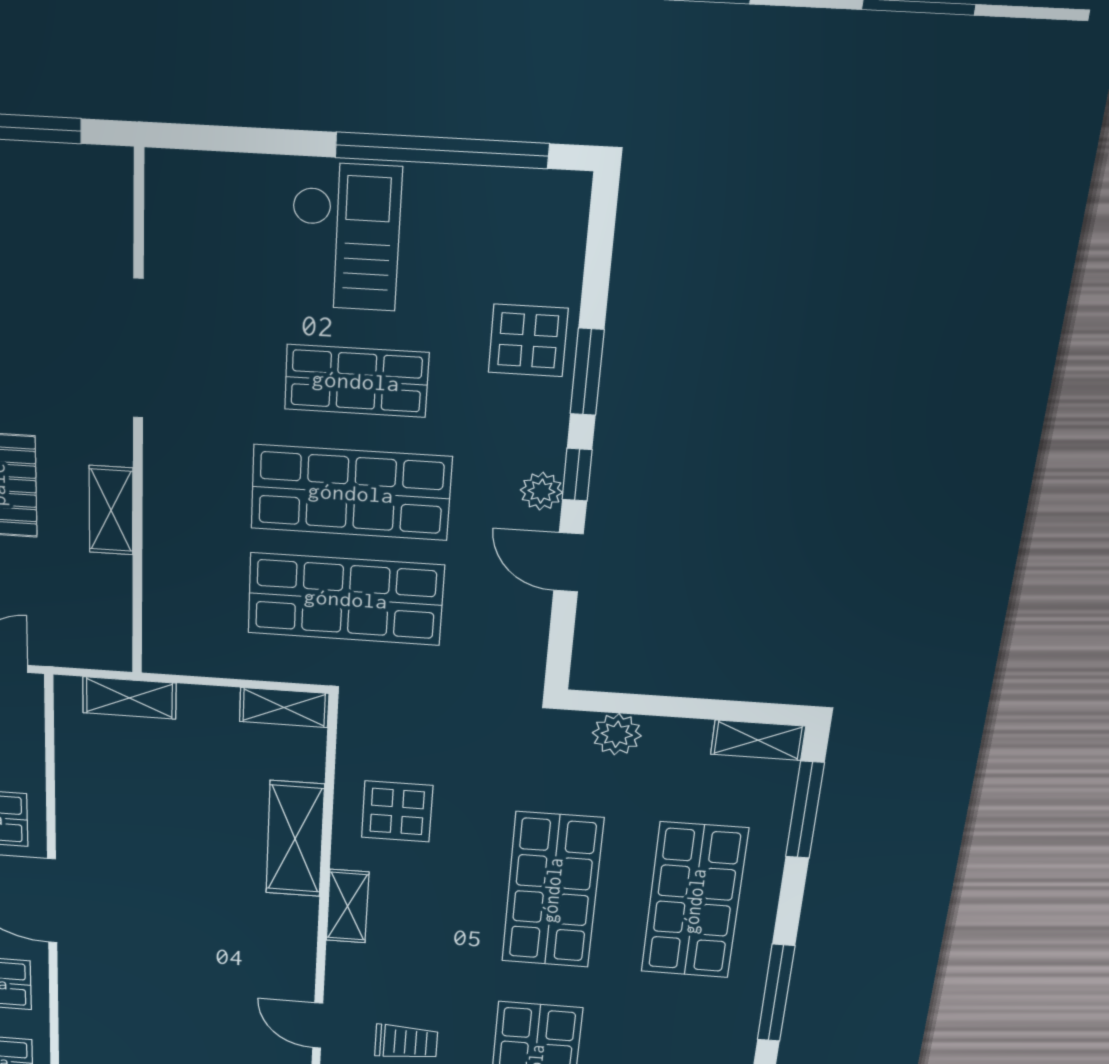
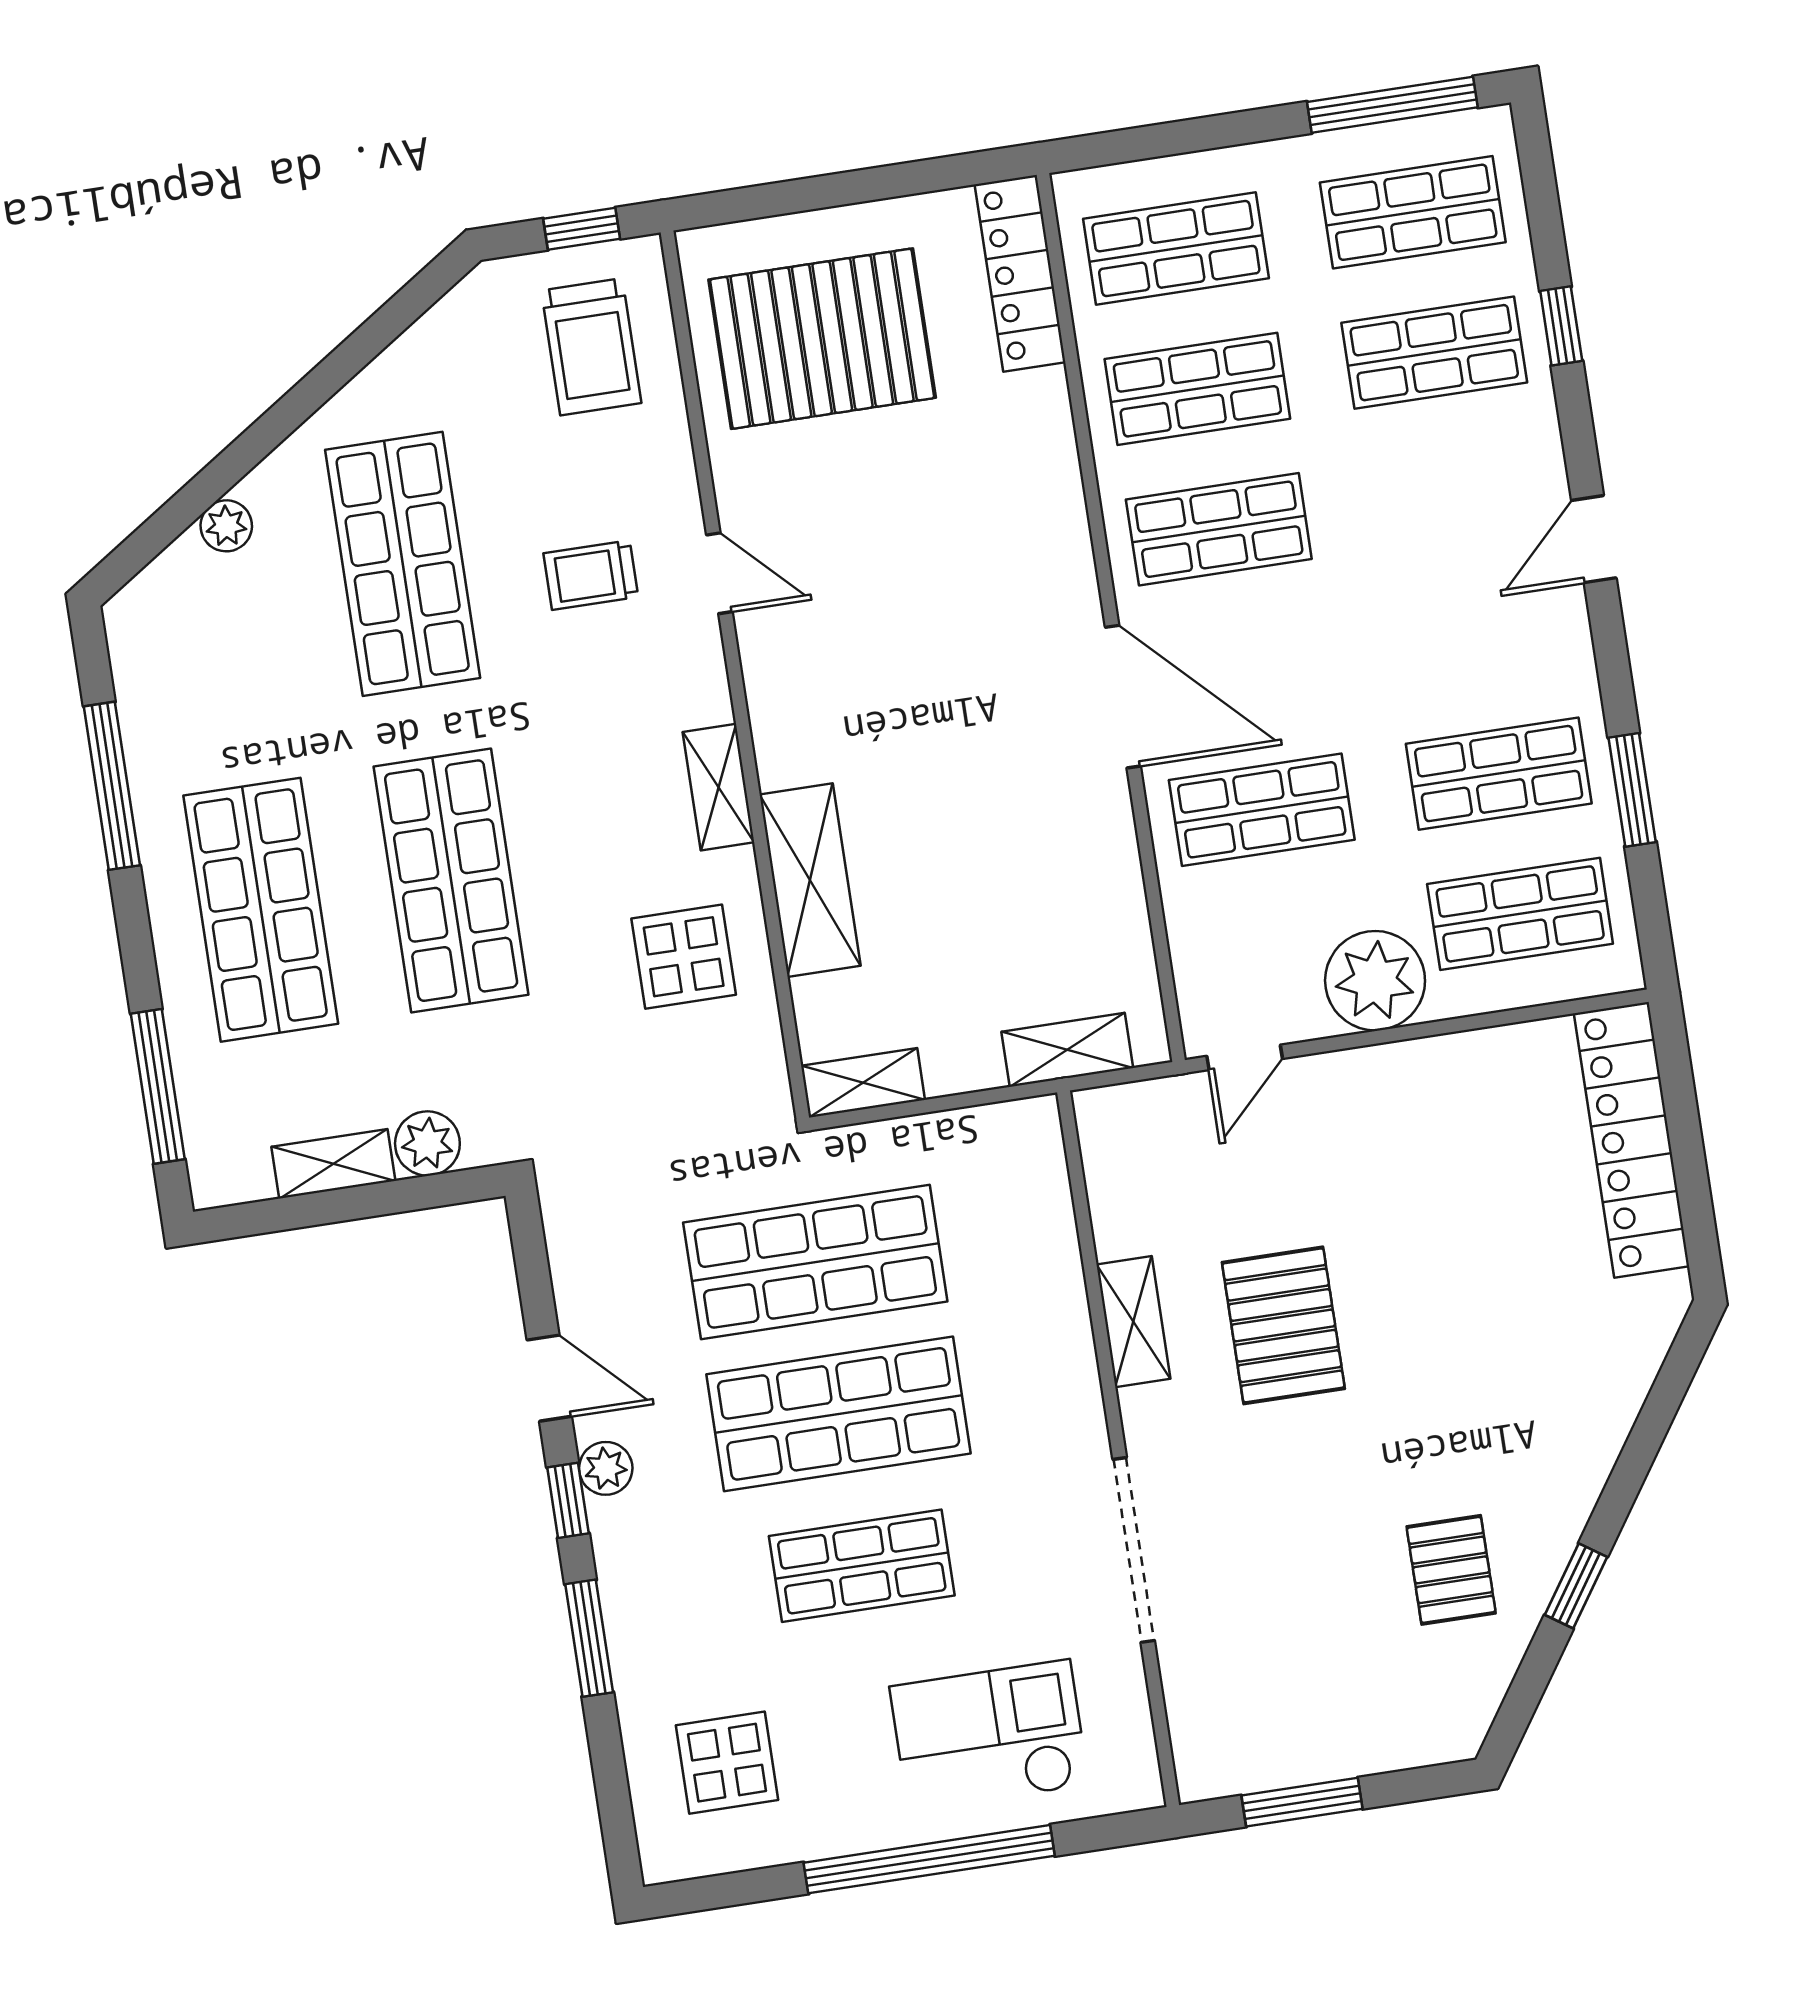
window: (442, 150) -> (929, 1859), moved
checkout: (345, 237) -> (989, 1736), moved, turned 90
display table: (528, 340) -> (727, 1763), moved
shelving: (758, 740) -> (333, 1164), moved

